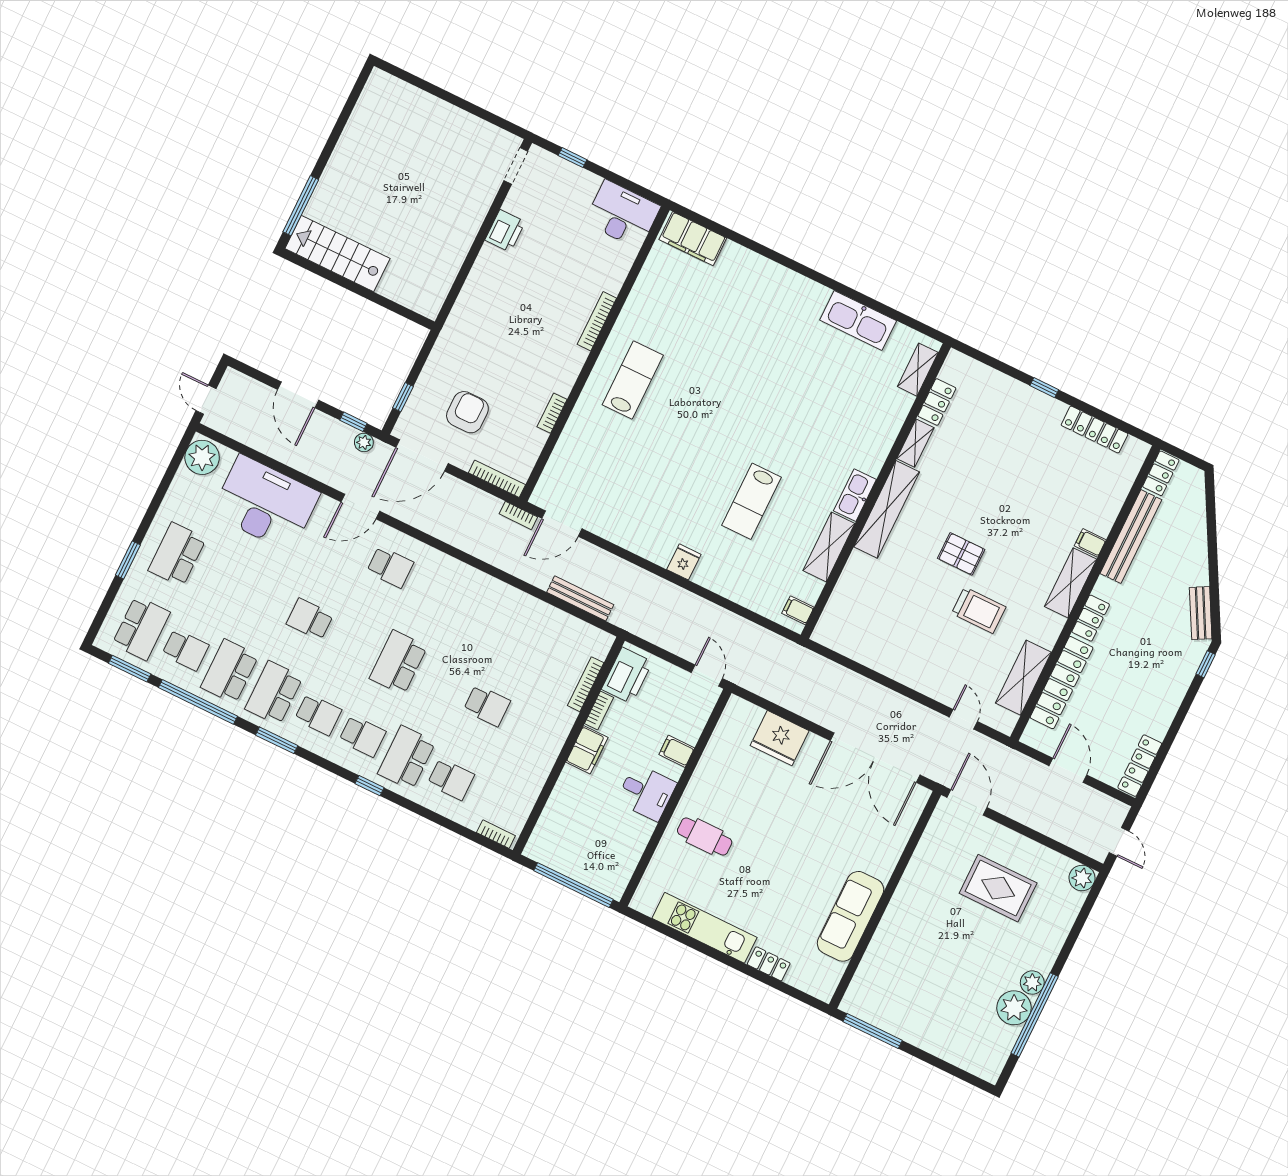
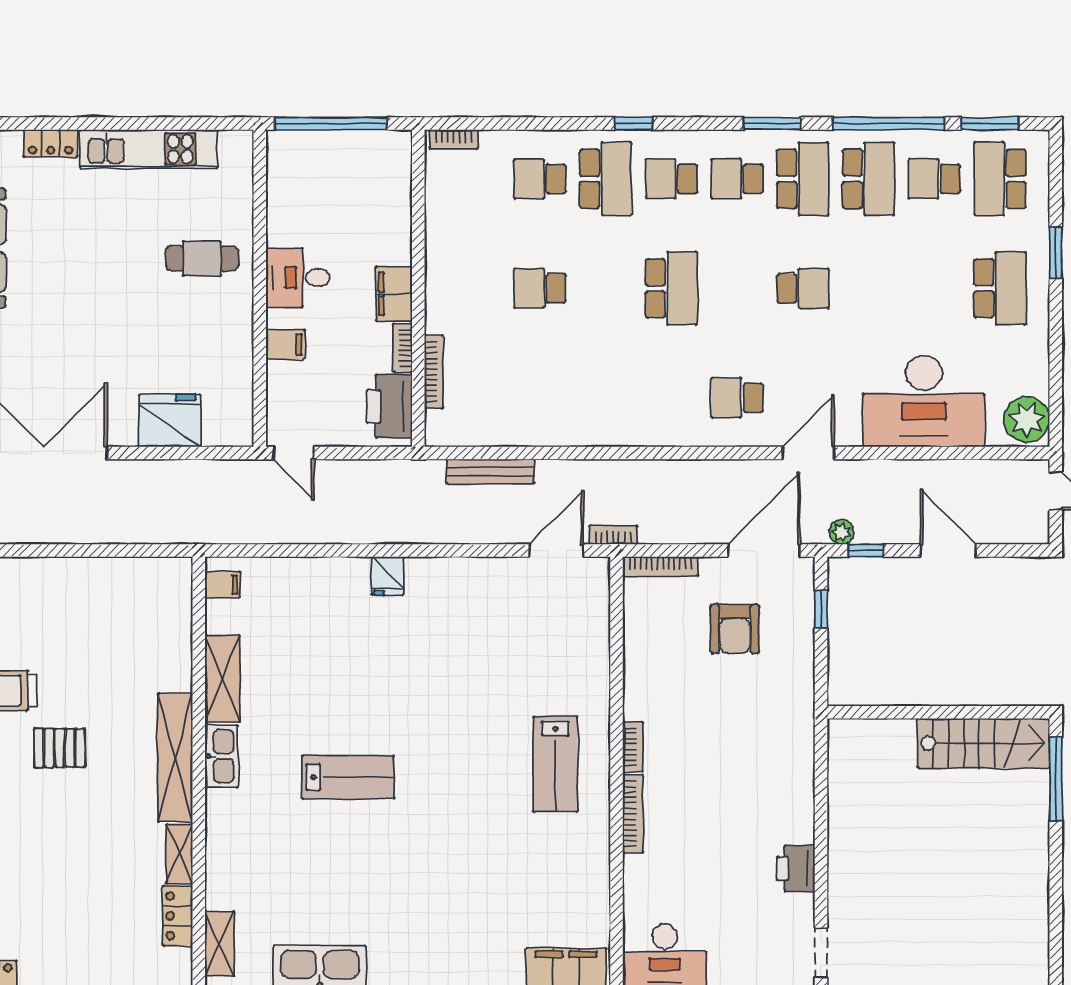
bookcase: (552, 413) -> (633, 747), moved
lab bench: (752, 501) -> (348, 777), moved, turned 90

